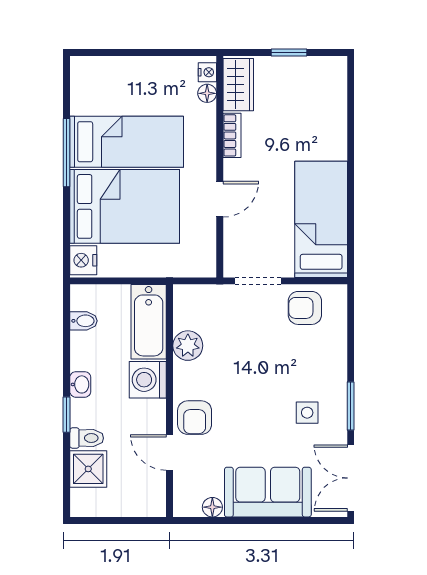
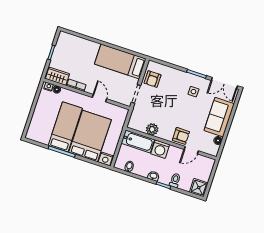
shower: (88, 469) -> (199, 188), moved

